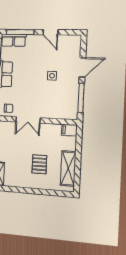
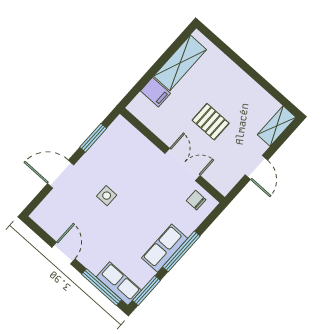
window: (81, 98) -> (93, 138), width x0.69
filing cabinet: (69, 130) -> (155, 92), moved
pallet: (39, 164) -> (211, 122), moved, turned 90

